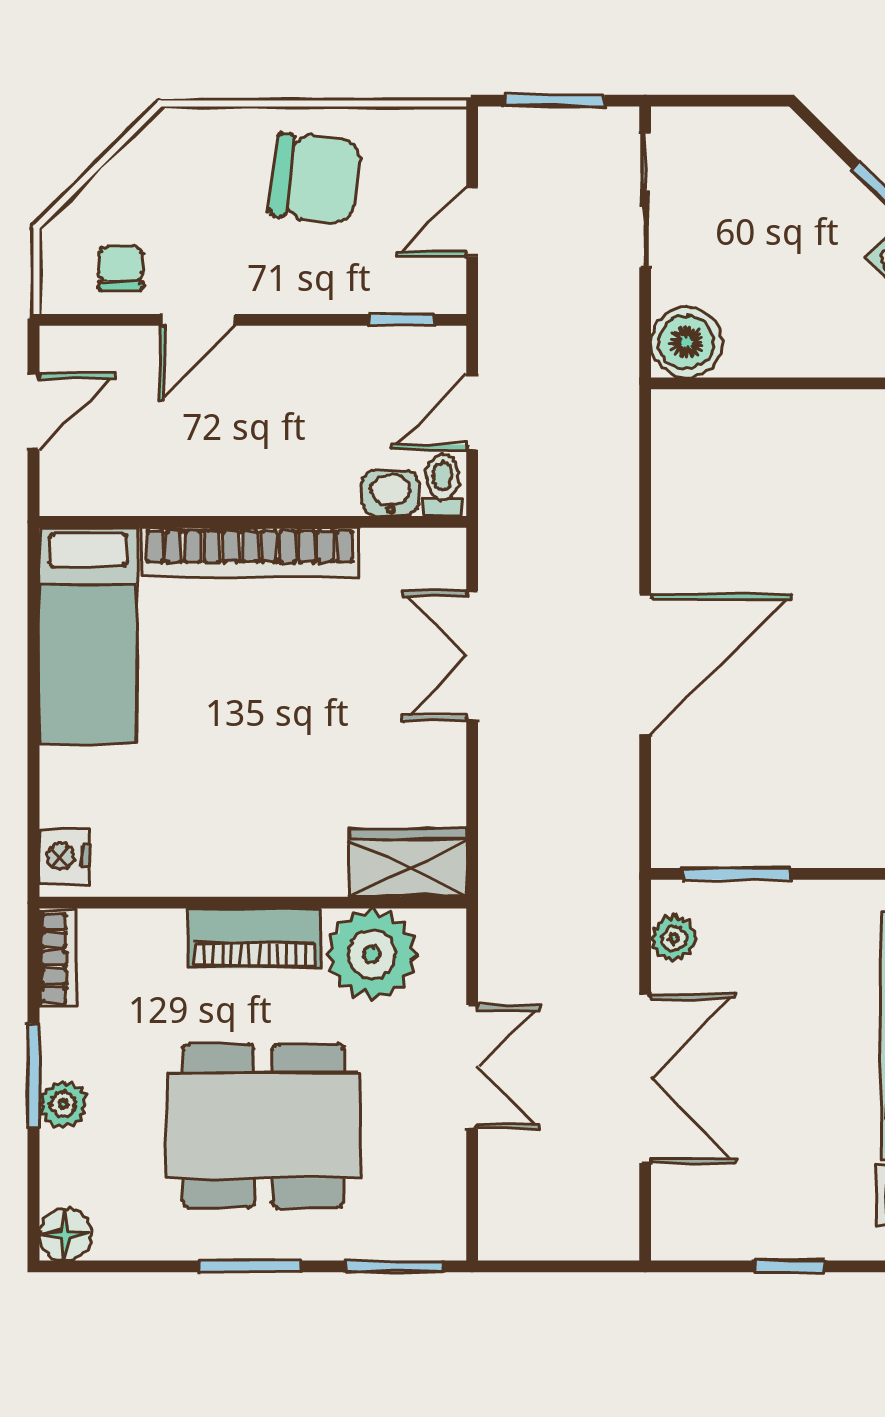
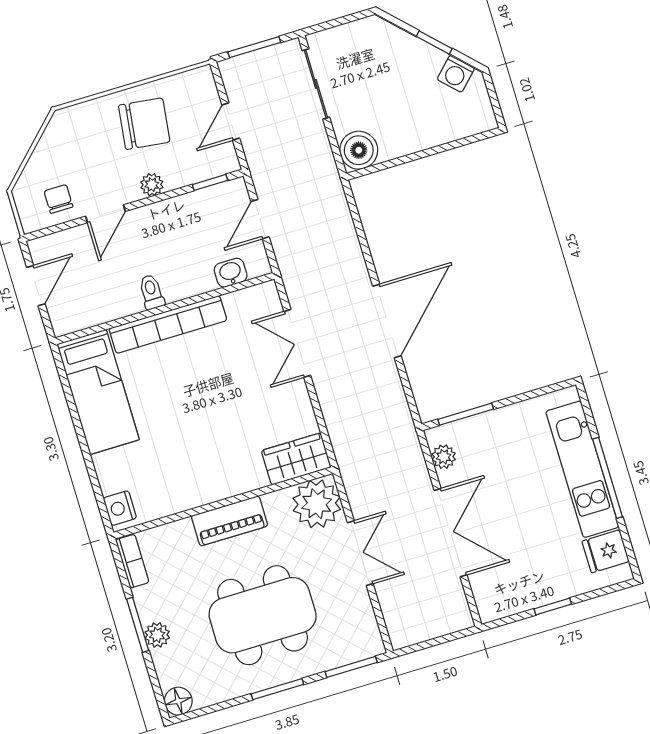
plant: (296, 292) -> (152, 185), added
toilet: (442, 485) -> (151, 292), moved
plant: (372, 954) -> (317, 504), moved

